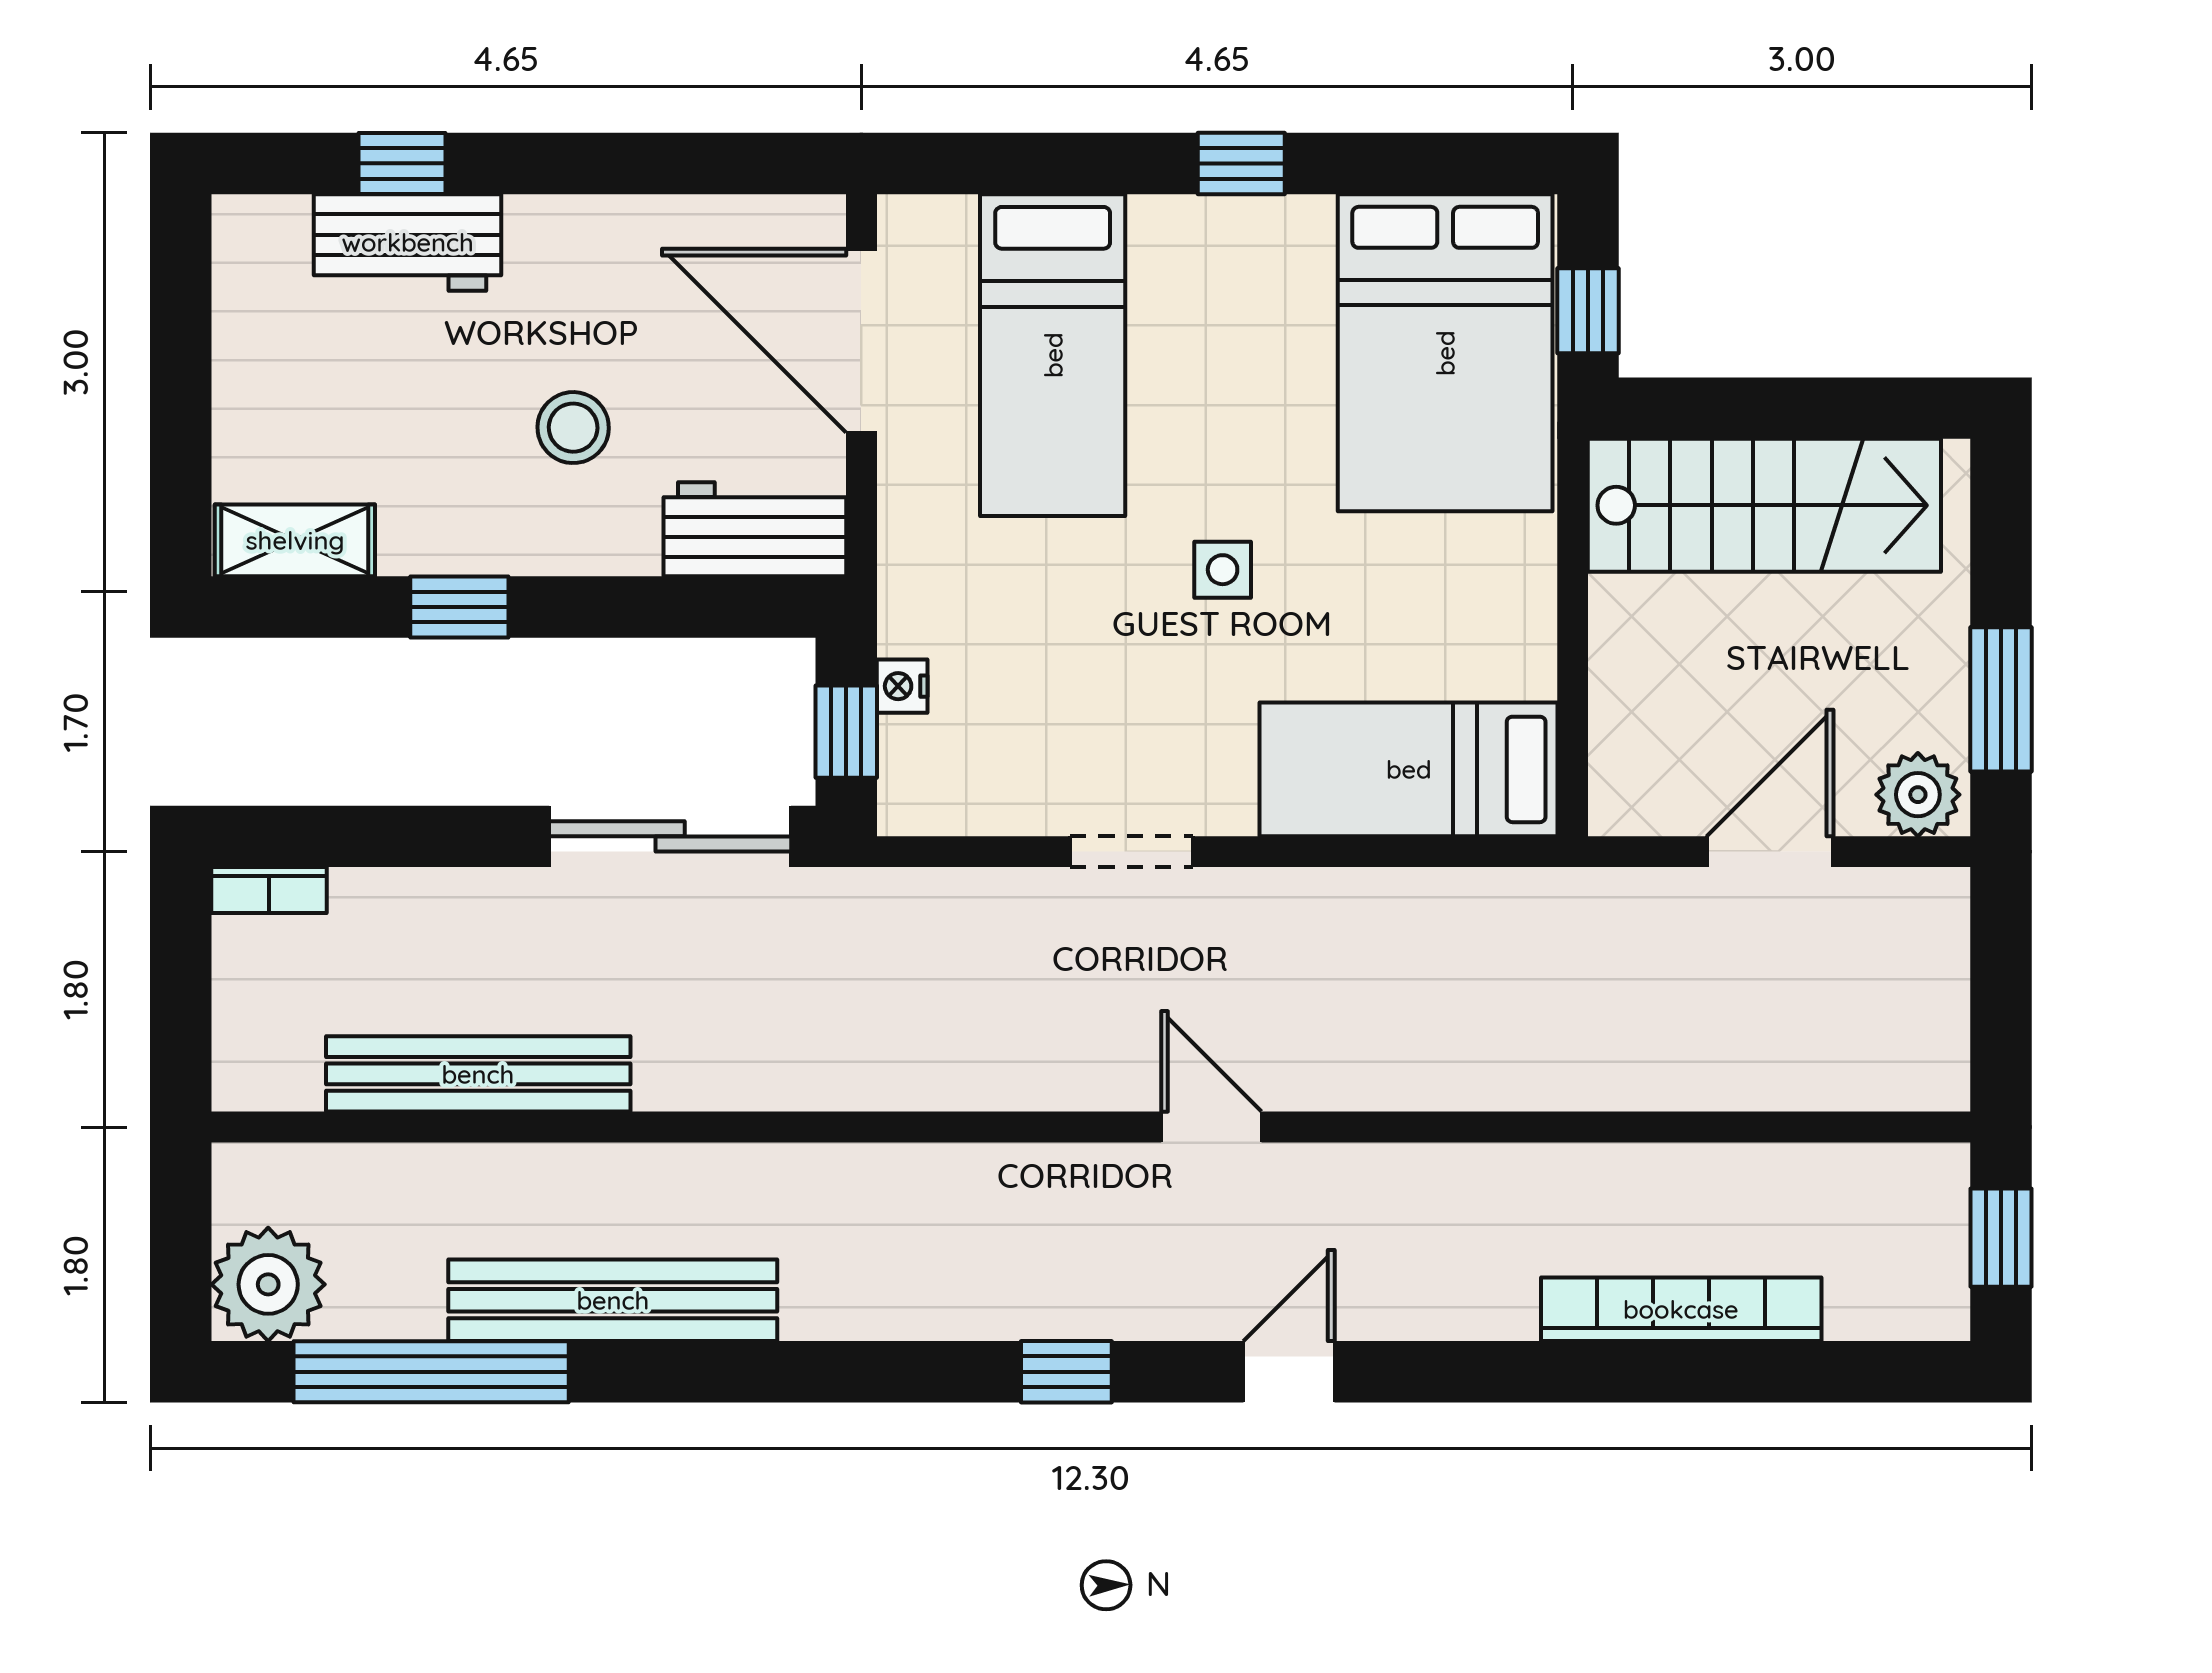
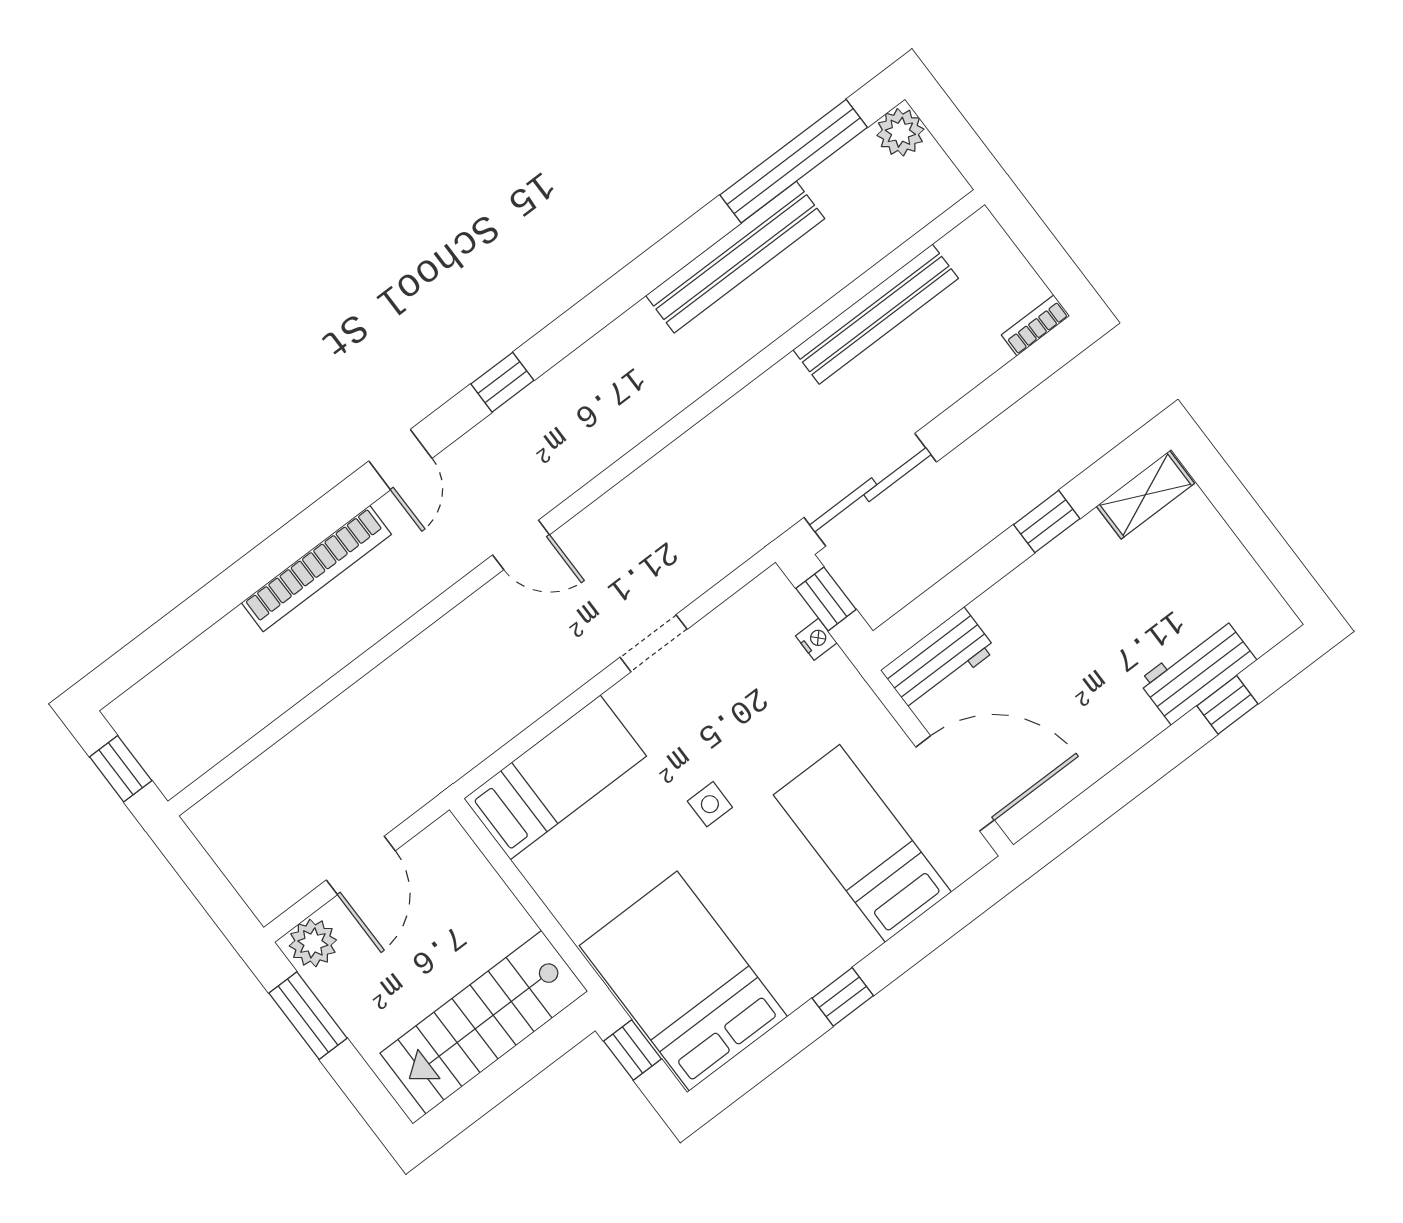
stool: (573, 428) -> (1057, 643), removed
plant: (268, 1284) -> (900, 132), width x0.73, depth x0.73
bookcase: (1681, 1309) -> (316, 569), moved

